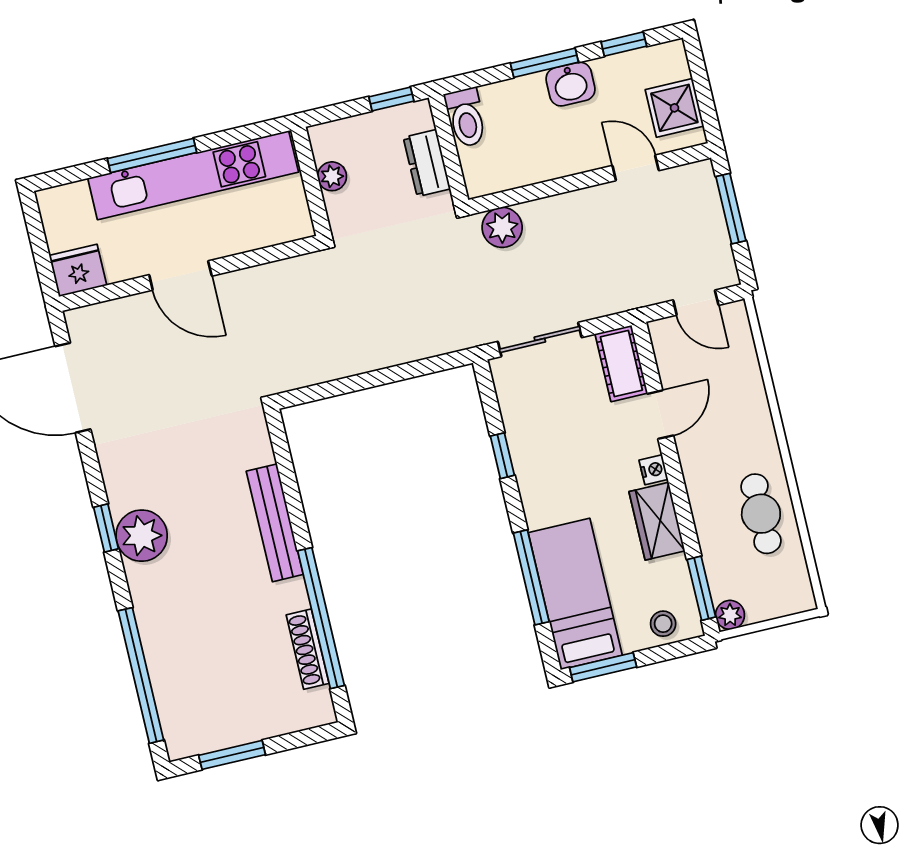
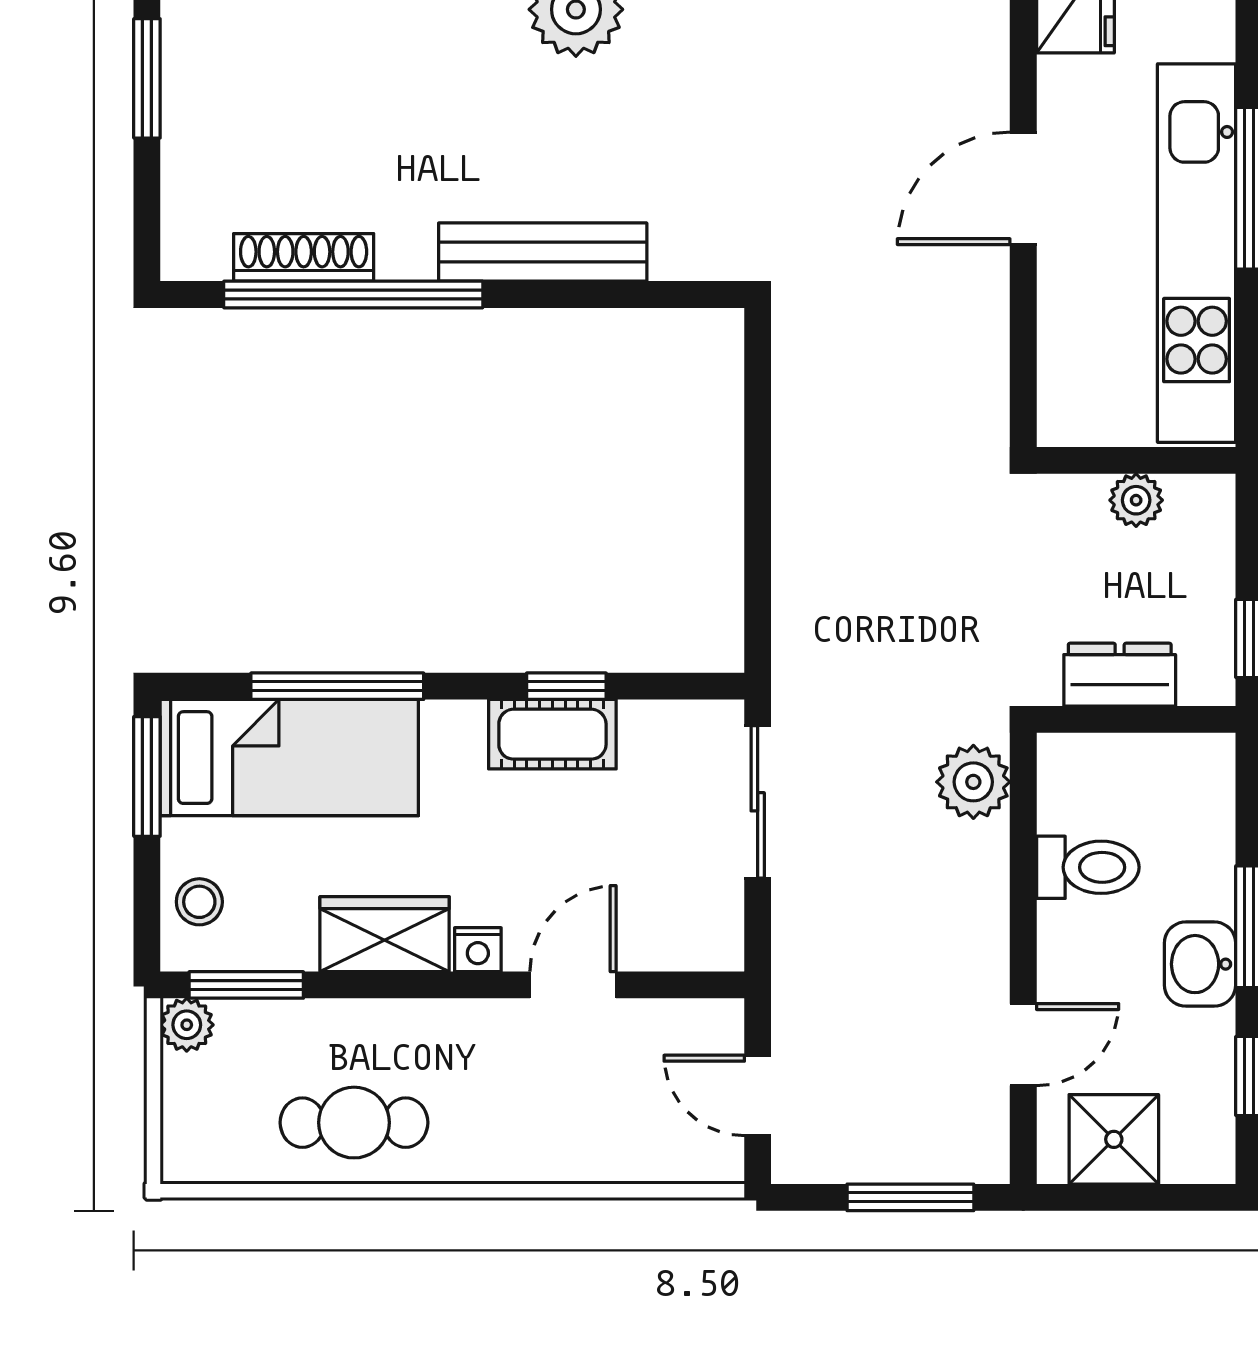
toilet: (466, 118) -> (1088, 867), moved, turned 180
door: (696, 303) -> (758, 1095), hinge flipped
cot: (621, 364) -> (552, 734), moved
door: (660, 415) -> (573, 985), swing flipped

